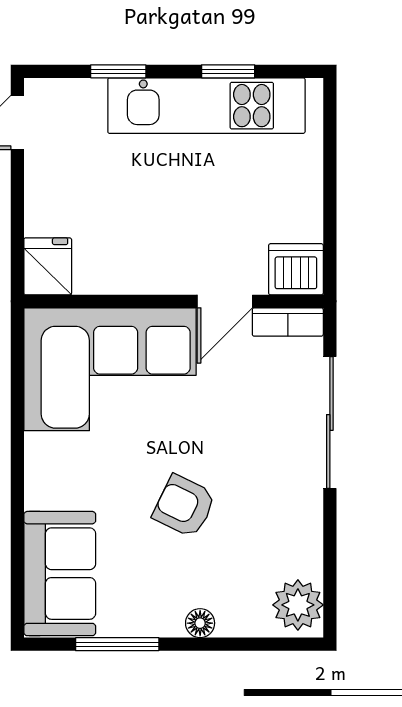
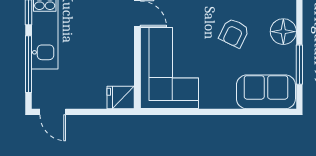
window: (118, 71) -> (28, 64), width x2.17
floor lamp: (200, 623) -> (283, 32), width x1.89, depth x1.89

